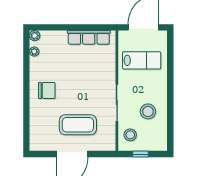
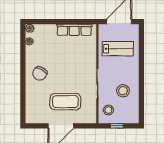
chair: (47, 90) -> (40, 73), turned 120

